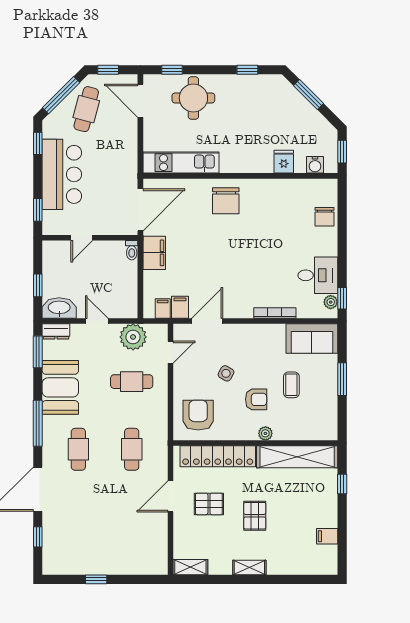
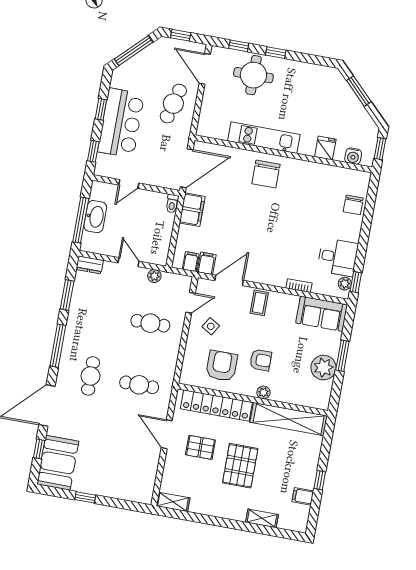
window: (247, 70) -> (276, 53), moved
cafe table: (86, 109) -> (173, 104), moved
window: (38, 143) -> (101, 109), moved
kitchen unit: (181, 163) -> (264, 138), moved
window: (38, 285) -> (81, 220), width x2.17
washbasin: (59, 308) -> (95, 217), moved, turned 90
bookcase: (275, 313) -> (299, 286), width x0.64
plant: (133, 337) -> (154, 276), width x0.53, depth x0.53
window: (38, 352) -> (67, 295), moved
side table: (226, 373) -> (211, 326), moved
coffee table: (291, 385) -> (259, 303), moved
booth: (60, 387) -> (58, 463), moved
plant: (324, 395) -> (323, 368), added
armchair: (198, 415) -> (222, 366), moved
cafe table: (132, 449) -> (139, 385), turned 90
window: (342, 484) -> (320, 480), moved
door: (170, 496) -> (167, 434), hinge flipped
pallet: (255, 516) -> (240, 466), width x1.50, depth x1.42
shelving: (249, 567) -> (262, 518), moved

